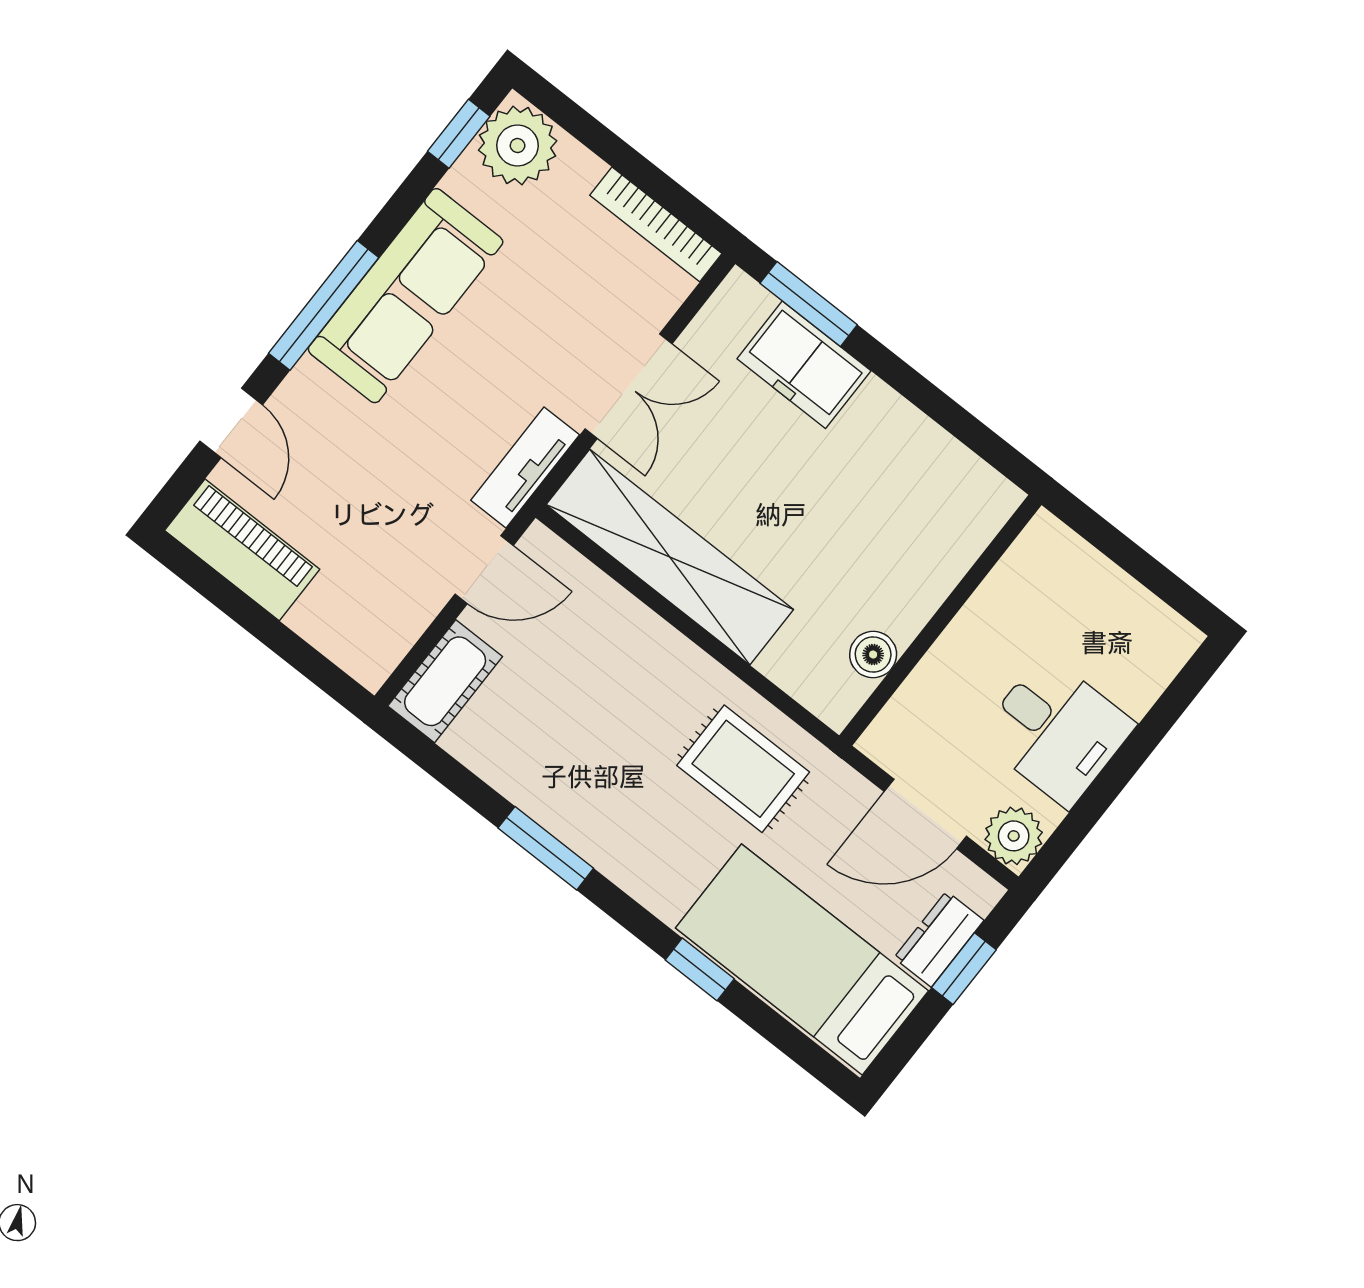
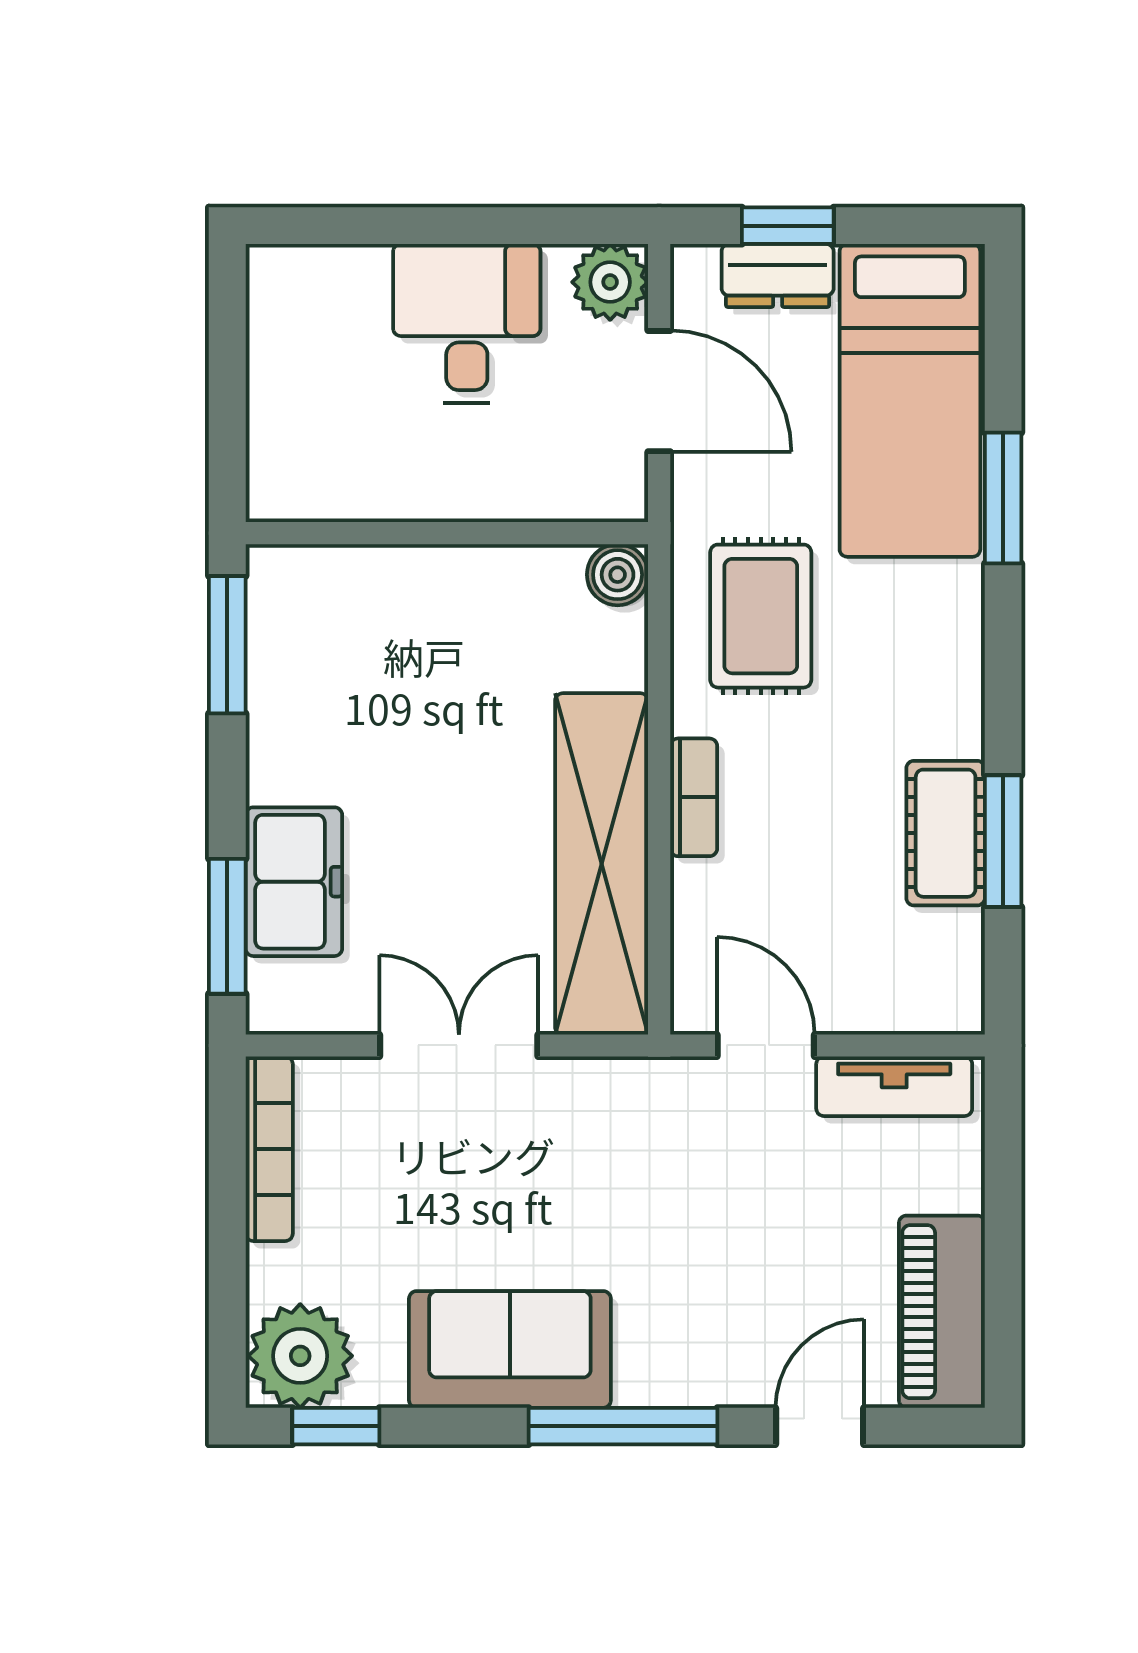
sofa: (406, 296) -> (510, 1349), width x0.73
window: (977, 436) -> (227, 645), added
tv unit: (525, 468) -> (894, 1086), moved
bookcase: (666, 643) -> (694, 797), added
boiler: (873, 654) -> (618, 575), moved
cot: (445, 681) -> (946, 833), moved, turned 90
window: (546, 848) -> (1003, 841), moved
window: (700, 969) -> (1003, 498), width x1.50

